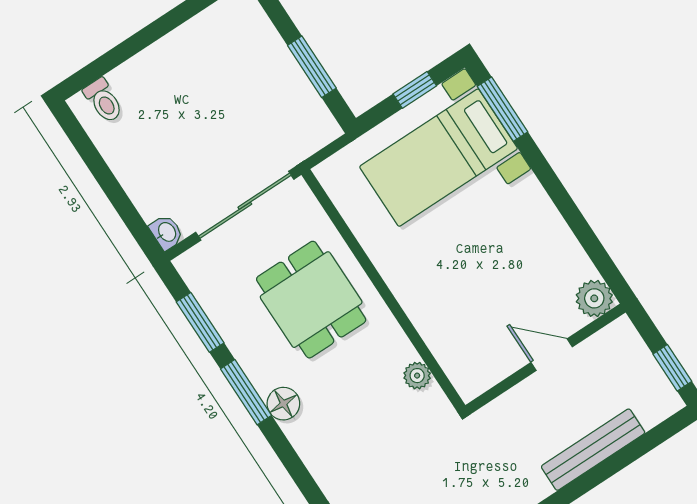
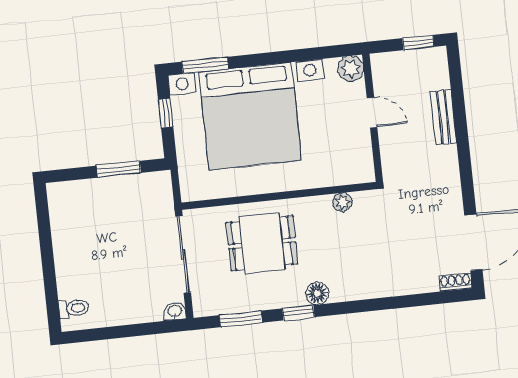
bed with nightstands: (438, 158) -> (250, 116), width x1.85
door: (552, 355) -> (372, 113), swing flipped
window: (246, 392) -> (298, 313), width x0.67
bench: (593, 450) -> (444, 117), width x0.73

